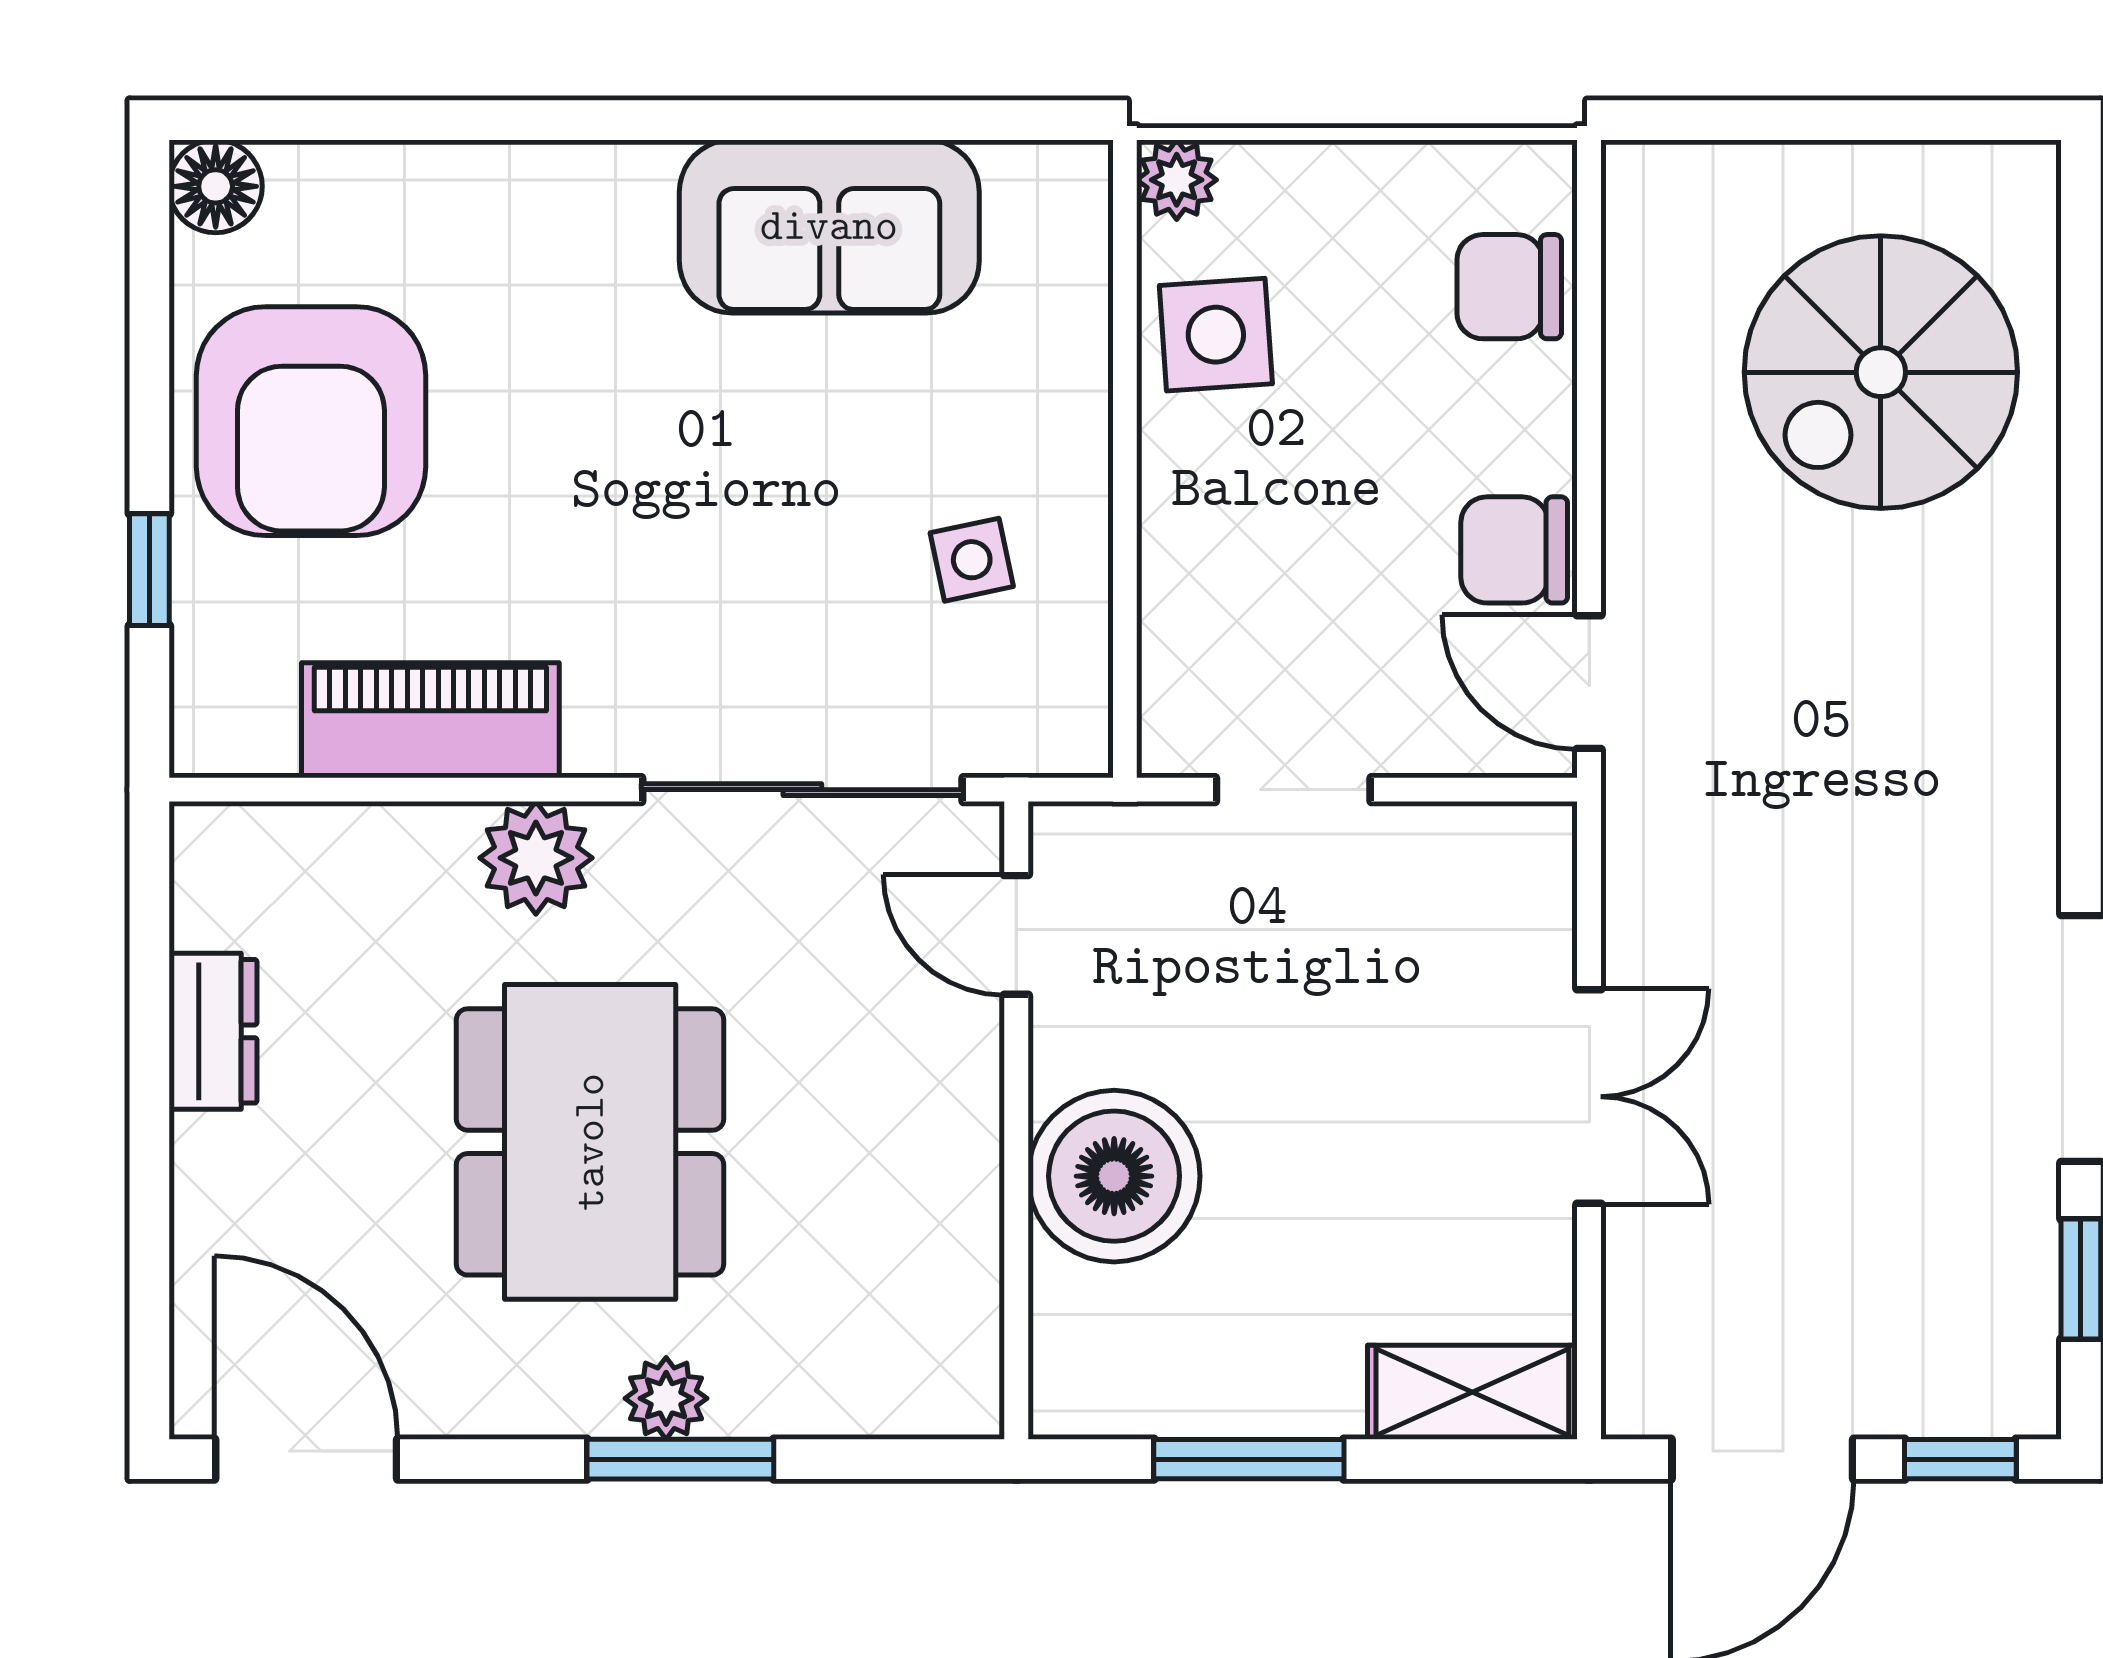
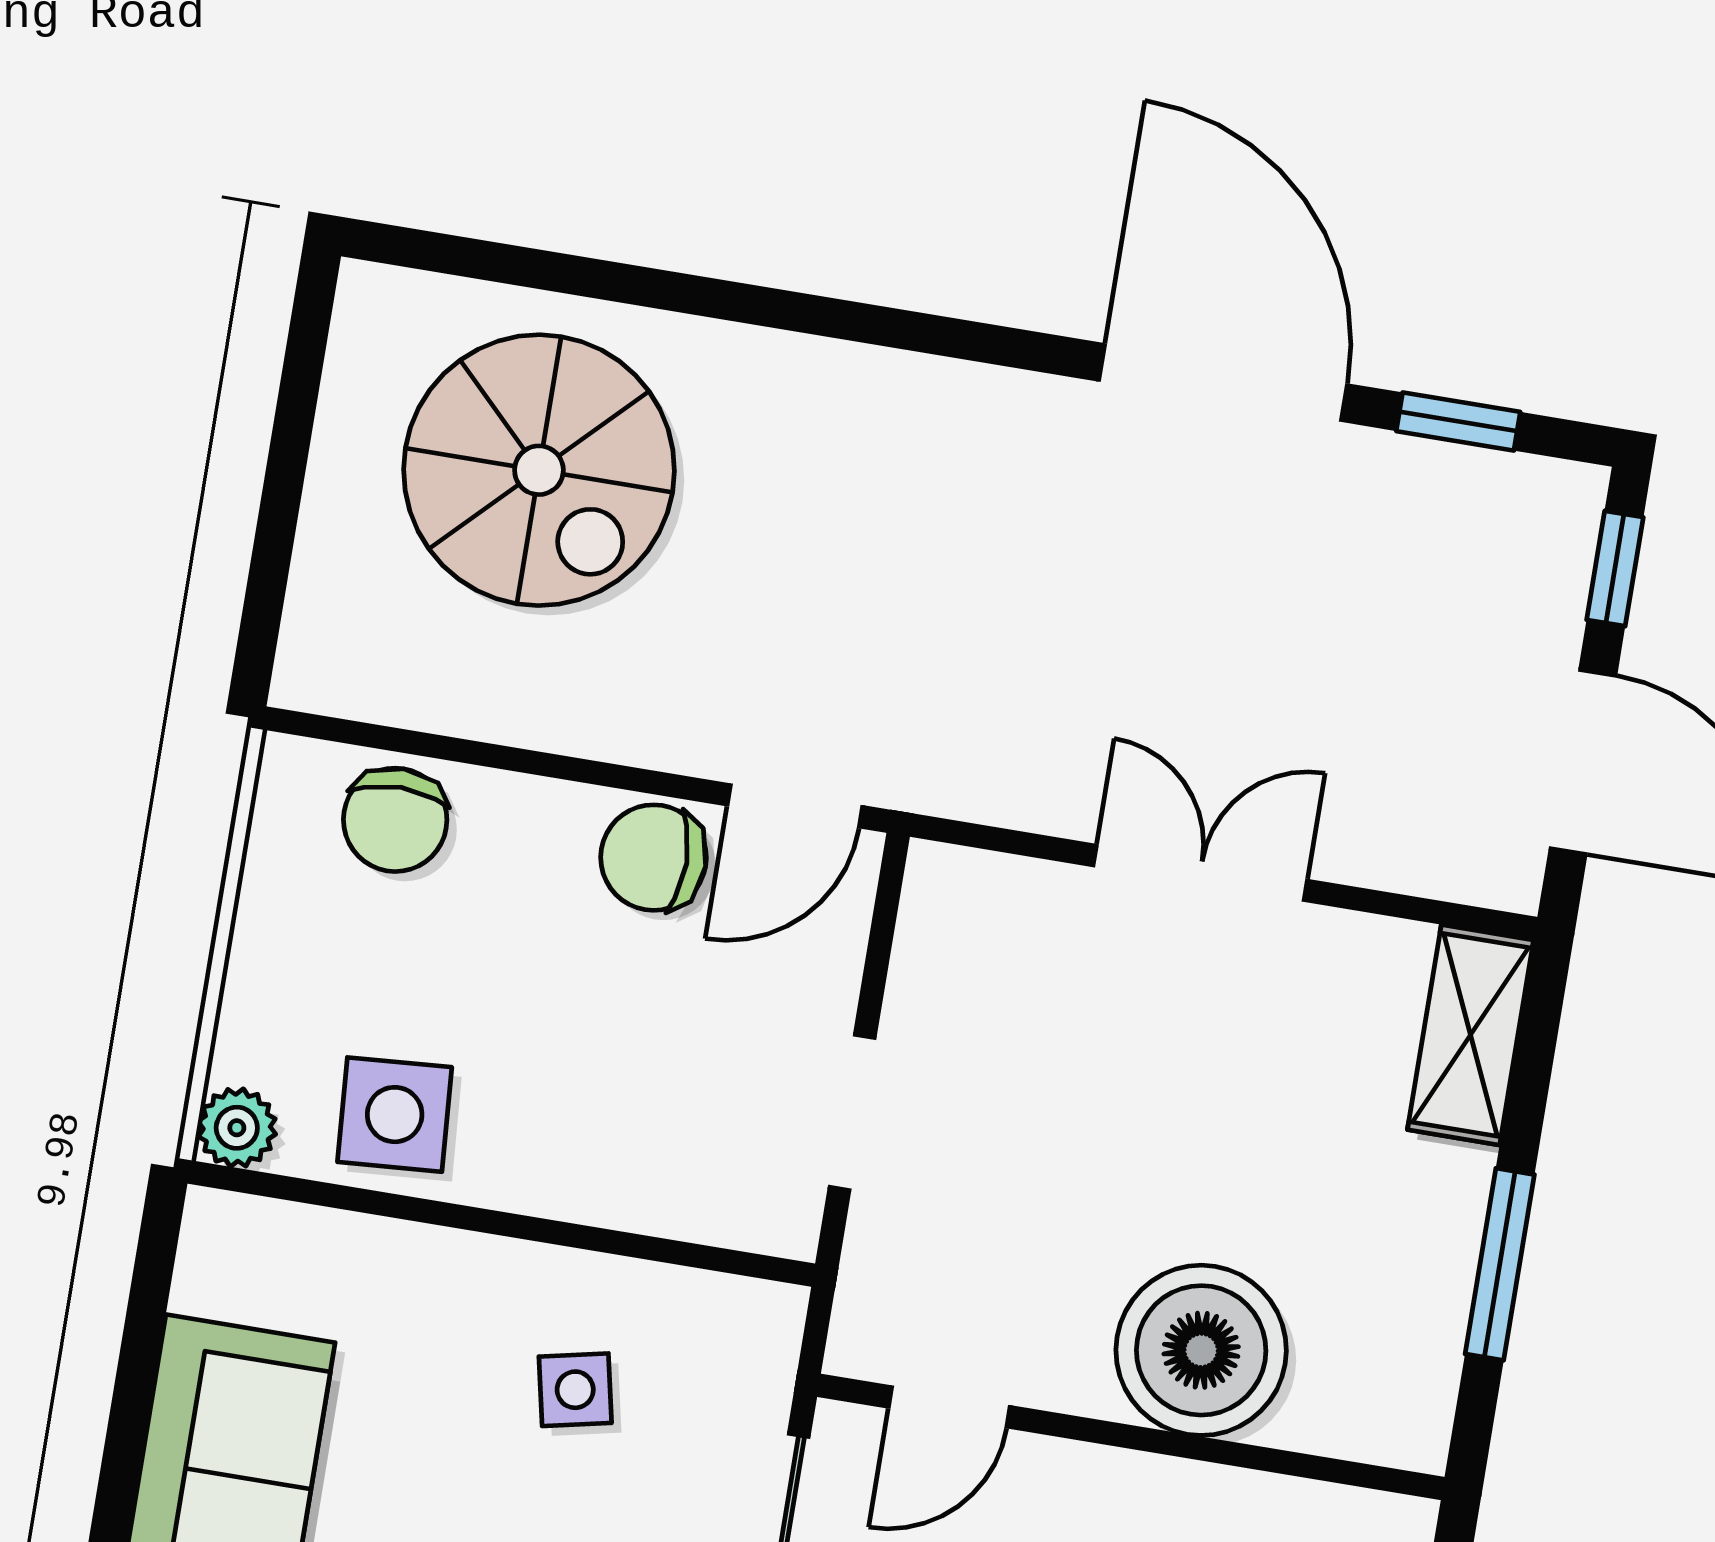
chair: (1514, 550) -> (654, 858), turned 90

